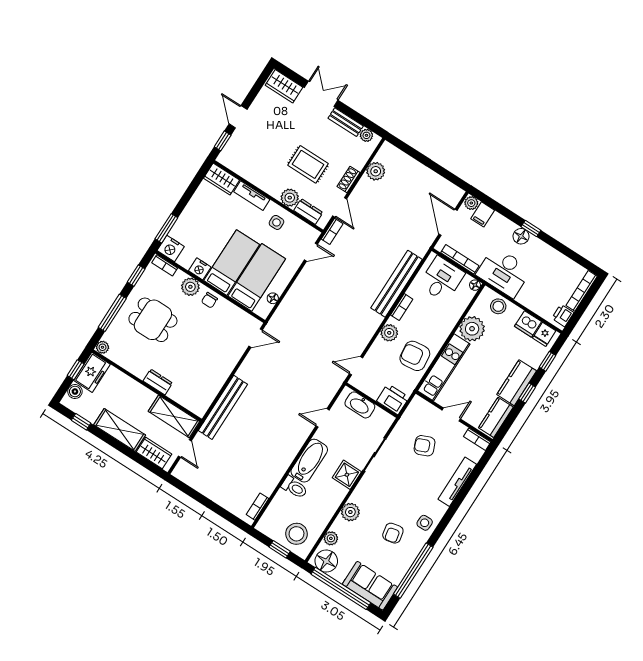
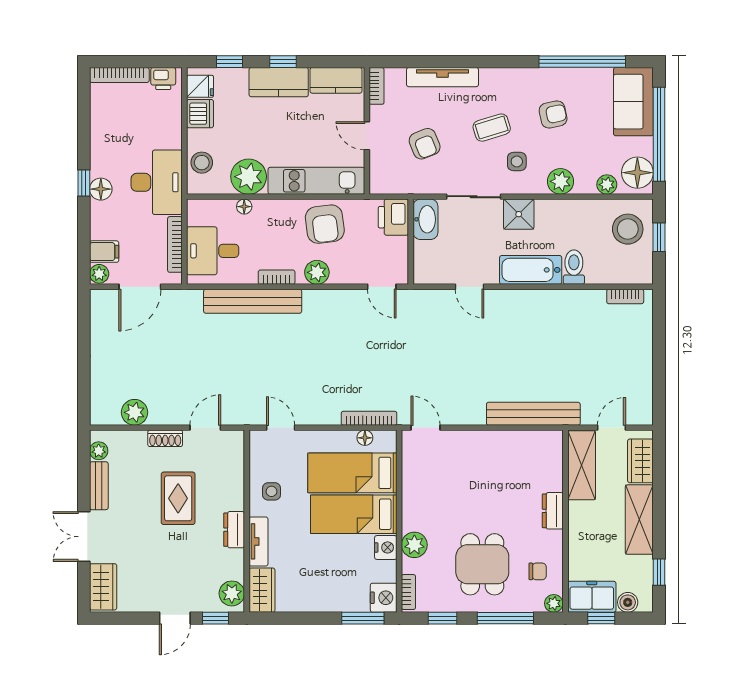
plant: (290, 198) -> (232, 593), moved
dresser: (308, 211) -> (234, 530), moved
bookcase: (332, 231) -> (369, 418), moved, width x1.56
floor lamp: (475, 285) -> (244, 207), moved
chair: (209, 300) -> (538, 571), moved
washbasin: (360, 405) -> (425, 219), moved
coffee table: (409, 492) -> (492, 128), added
side table: (425, 523) -> (517, 162), moved

